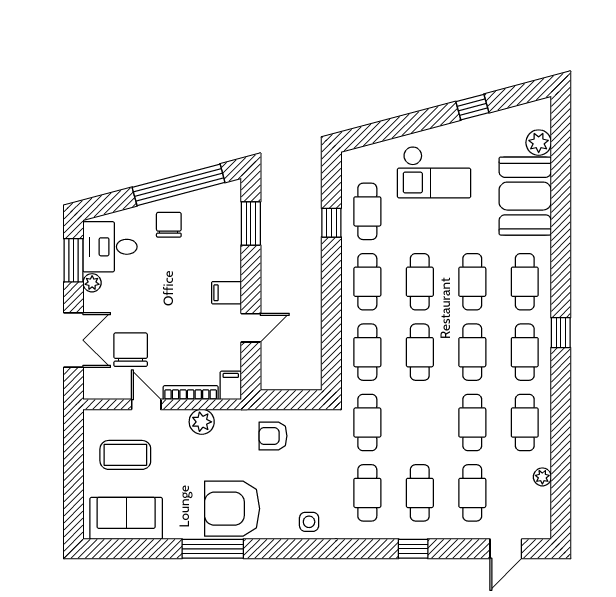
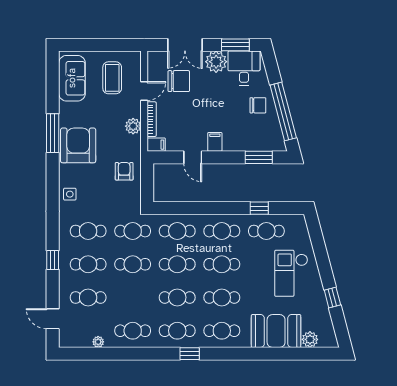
plant: (92, 283) -> (216, 62), width x1.87, depth x1.87
cafe table: (472, 423) -> (133, 264), moved

